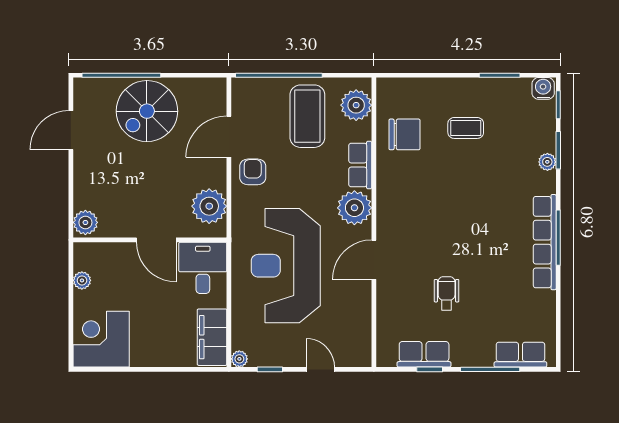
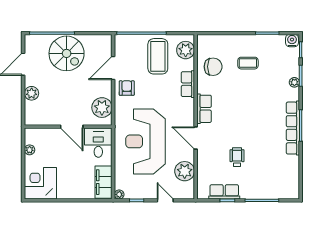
spiral stairs: (147, 111) -> (67, 53), turned -90
plant: (354, 208) -> (185, 171), moved
plant: (85, 222) -> (32, 93), moved
door: (374, 260) -> (196, 138), hinge flipped
row of seats: (520, 355) -> (204, 109), moved, turned 90

